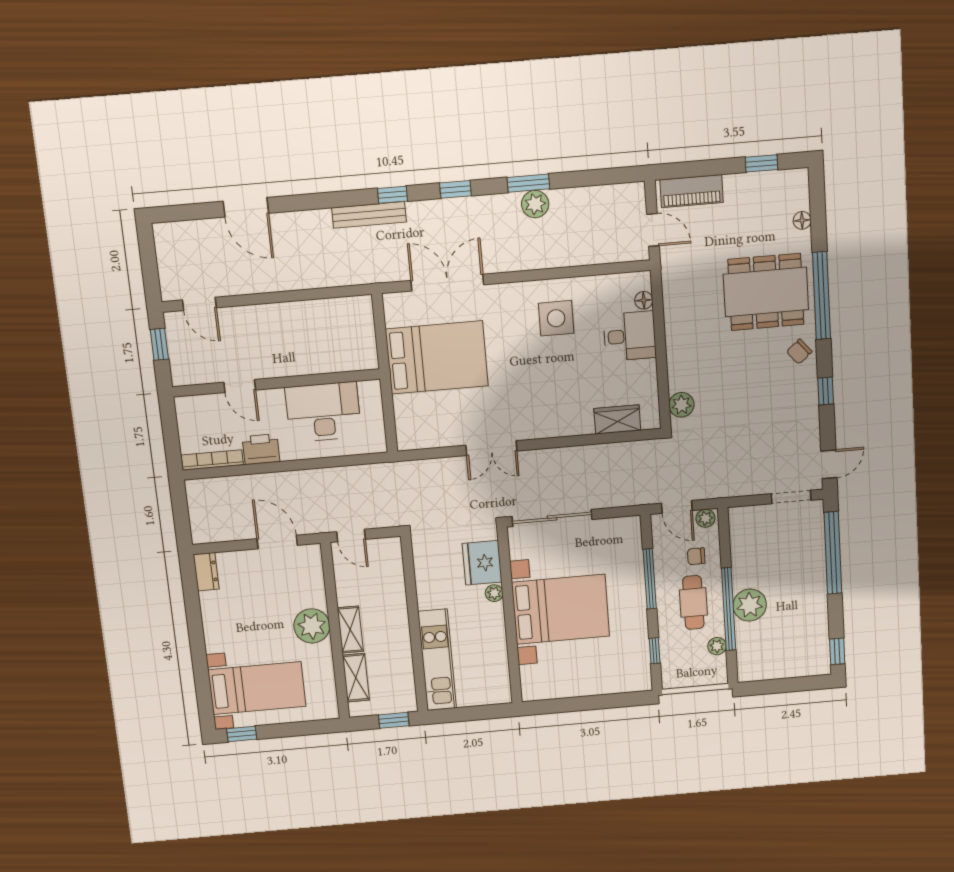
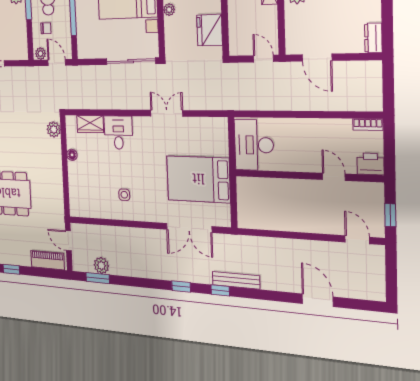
window: (528, 183) -> (98, 278), moved
plant: (535, 204) -> (101, 265), moved
floor lamp: (644, 300) -> (72, 155), moved
side table: (556, 318) -> (124, 195), width x0.54, depth x0.54
desk: (630, 336) -> (118, 133), moved, turned 90
desk: (323, 412) -> (254, 145), moved, turned 90
printer: (261, 449) -> (370, 164), moved, turned 180
bookcase: (212, 460) -> (368, 125), width x0.64
fridge: (482, 563) -> (209, 30), moved, turned 180

